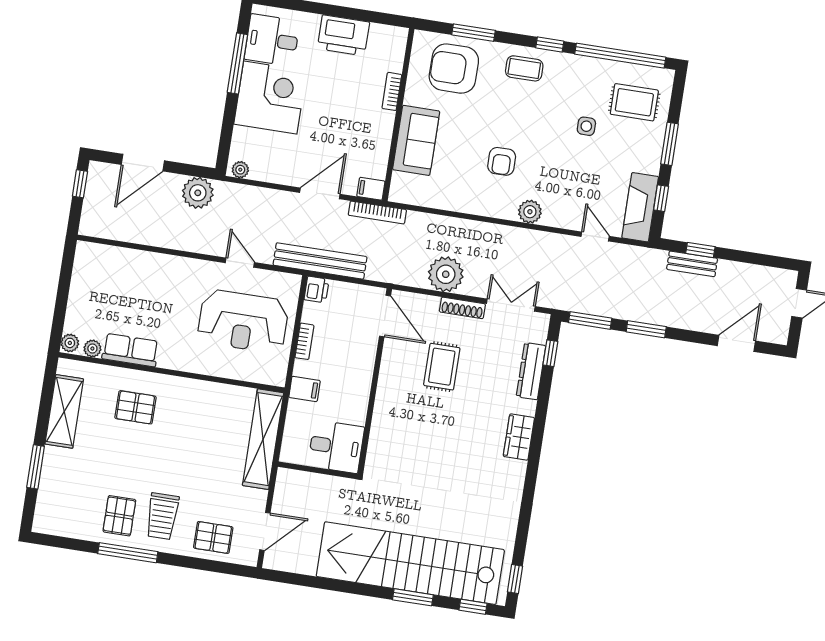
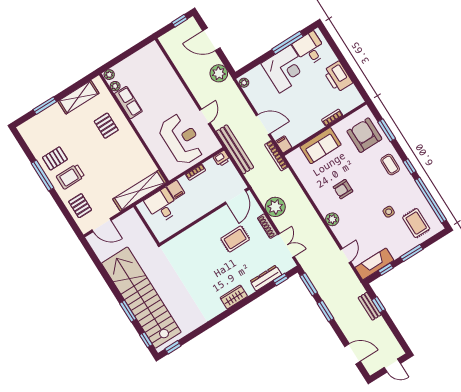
reception desk: (243, 321) -> (182, 139), turned 180
desk: (336, 447) -> (162, 206), moved, turned 180

